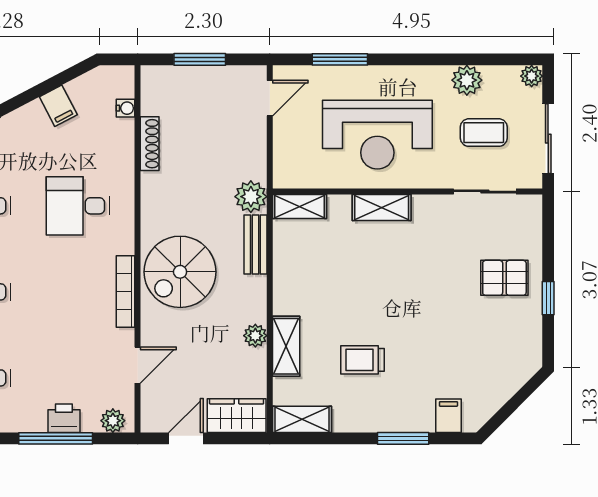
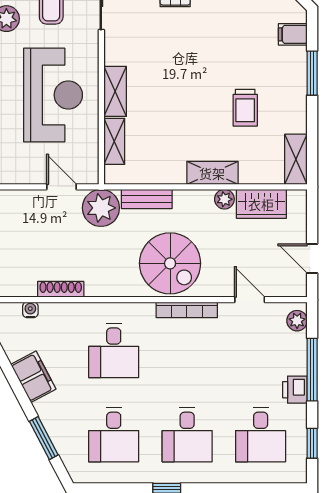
door: (270, 98) -> (62, 187), moved
filing cabinet: (58, 106) -> (33, 377), width x2.00
plant: (251, 197) -> (101, 208), width x1.36, depth x1.36
shelving: (300, 206) -> (114, 141), moved
shelving: (286, 346) -> (212, 173), moved
wardrobe: (237, 416) -> (261, 204), moved, turned -90
printer: (64, 418) -> (295, 390), moved

